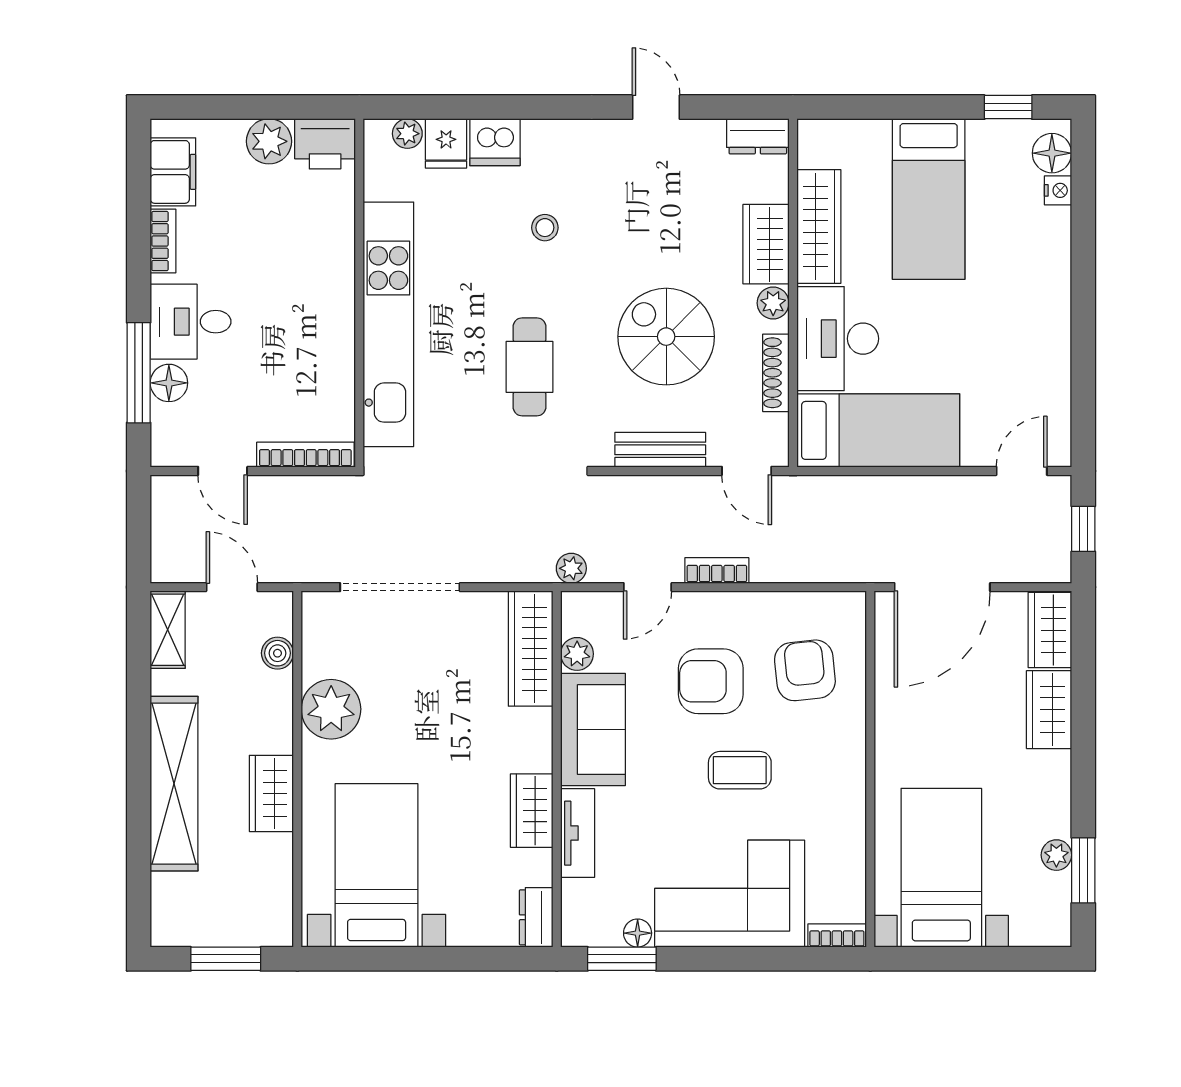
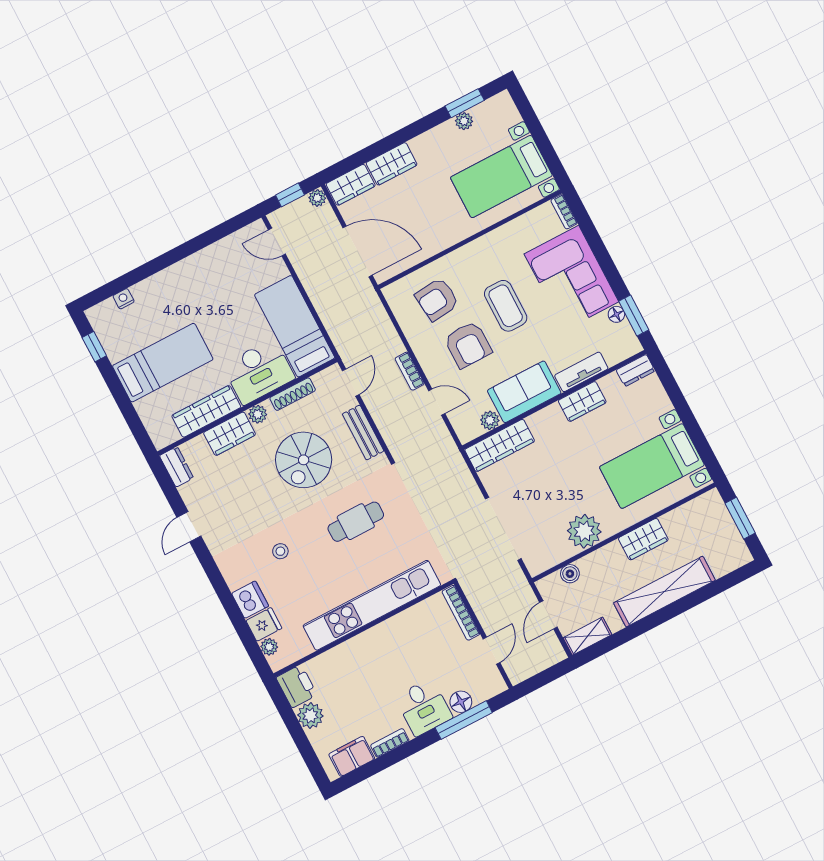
floor lamp: (1052, 153) -> (106, 312), removed
plant: (571, 568) -> (317, 198), moved
coffee table: (740, 770) -> (506, 306), width x1.36, depth x1.30

